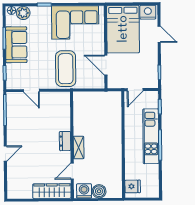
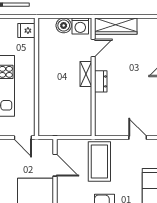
door: (135, 90) -> (23, 138), swing flipped

